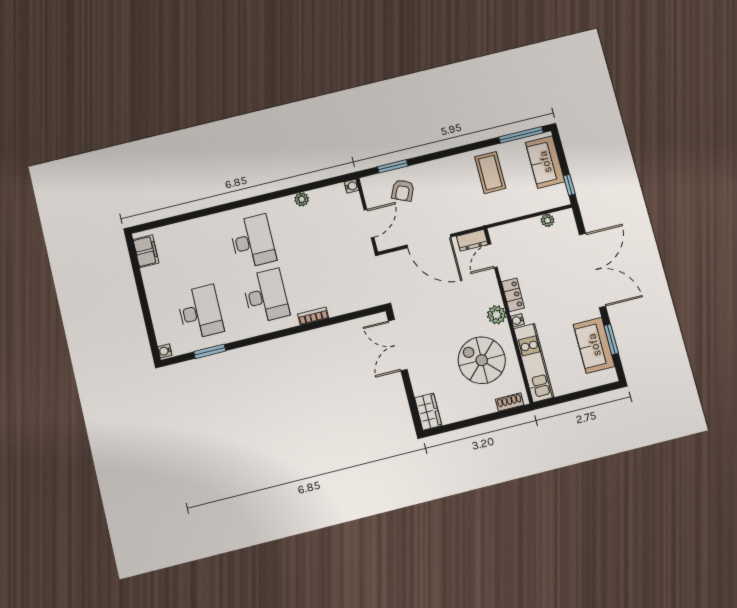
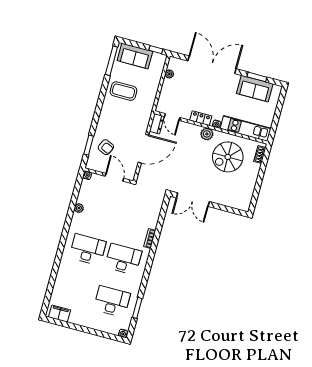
wardrobe: (428, 412) -> (240, 203), removed

